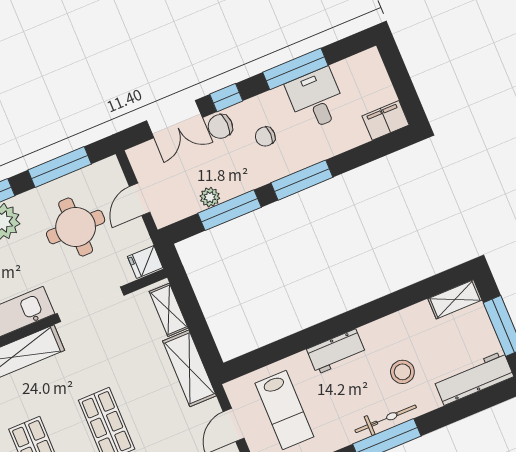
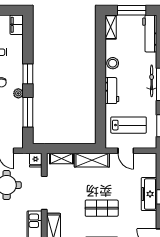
window: (302, 180) -> (28, 74), width x0.69
plant: (210, 197) -> (18, 93), moved
stool: (402, 372) -> (113, 63), moved

